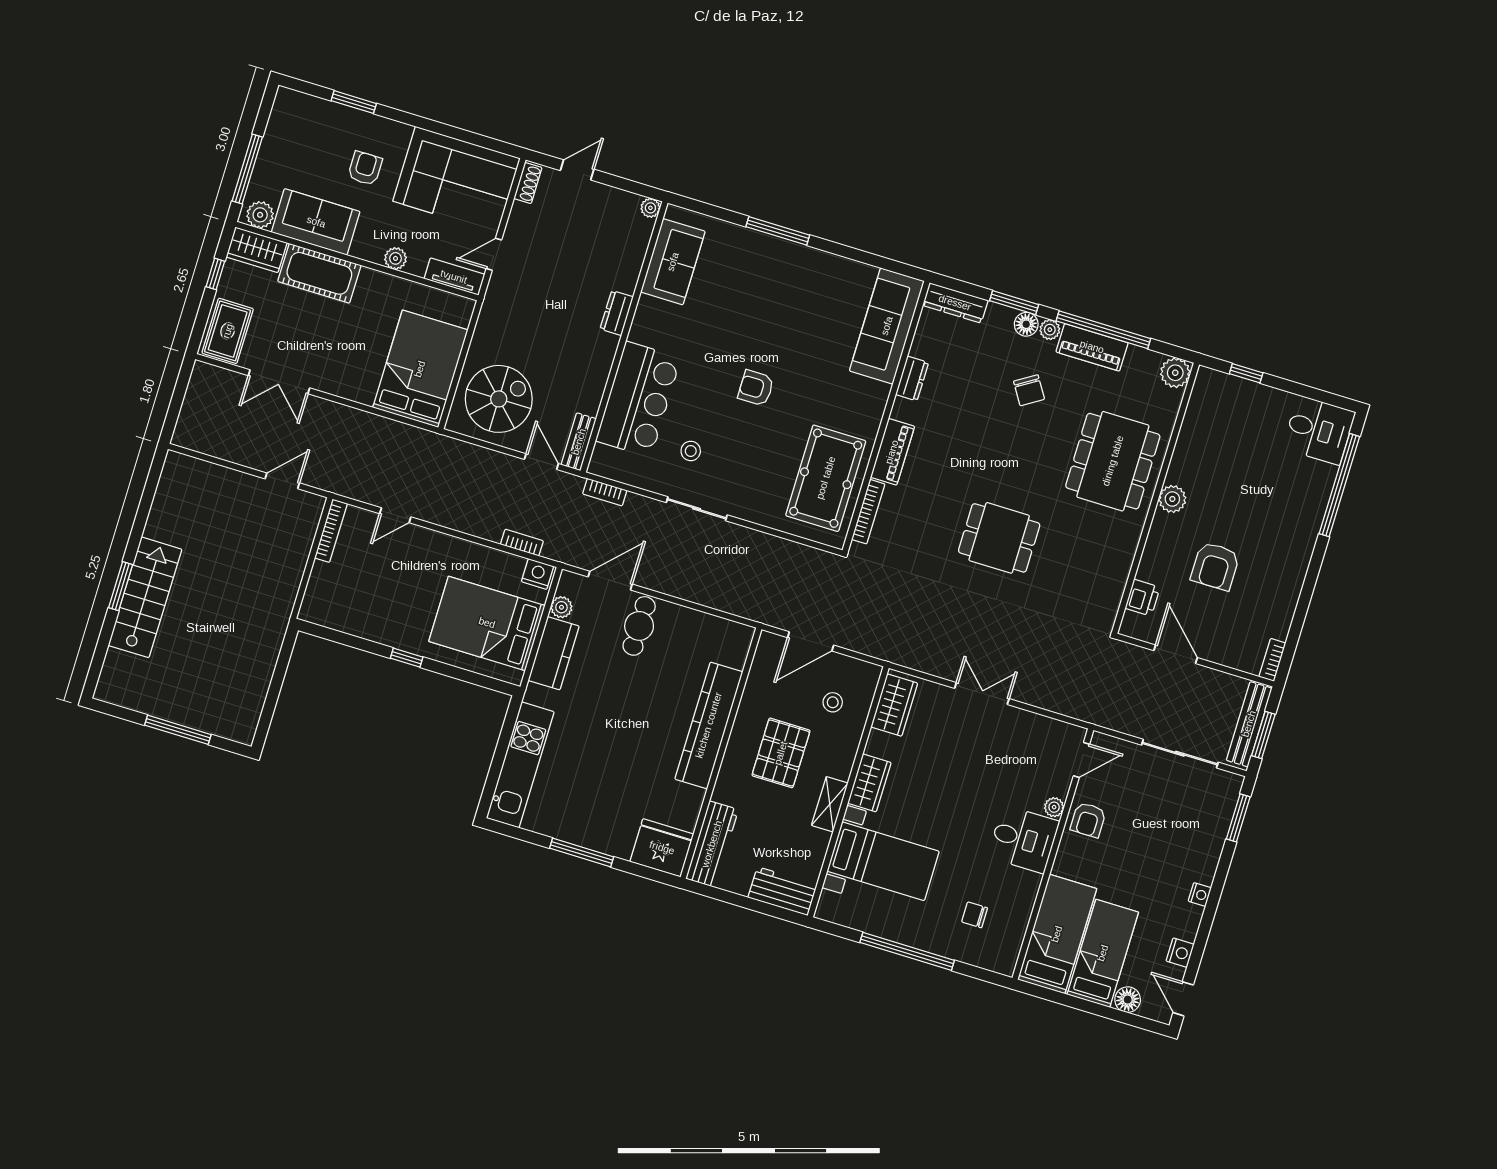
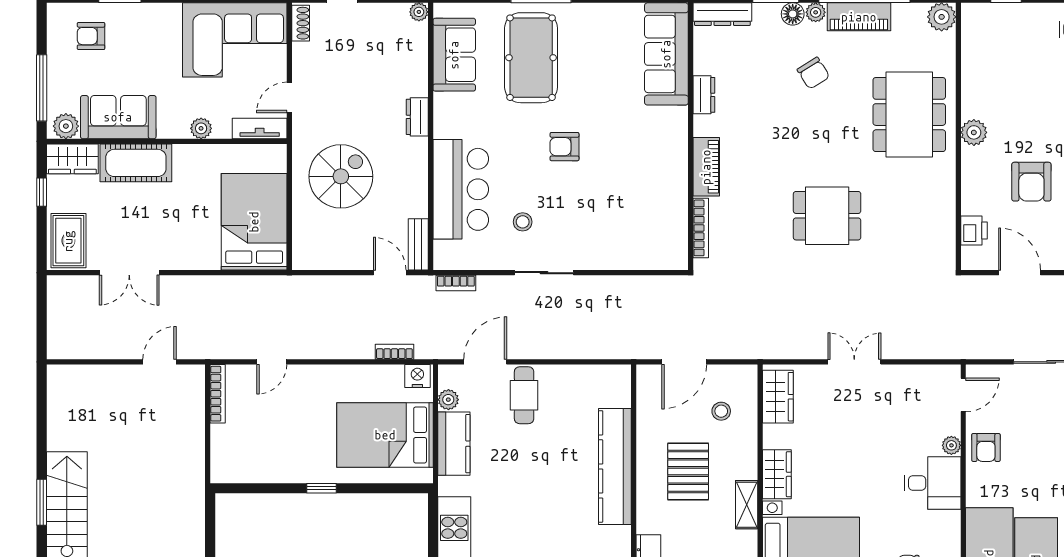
armchair: (365, 168) -> (91, 36), moved, turned -90
spiral stairs: (499, 399) -> (341, 176), moved
pool table: (826, 478) -> (531, 58), moved

